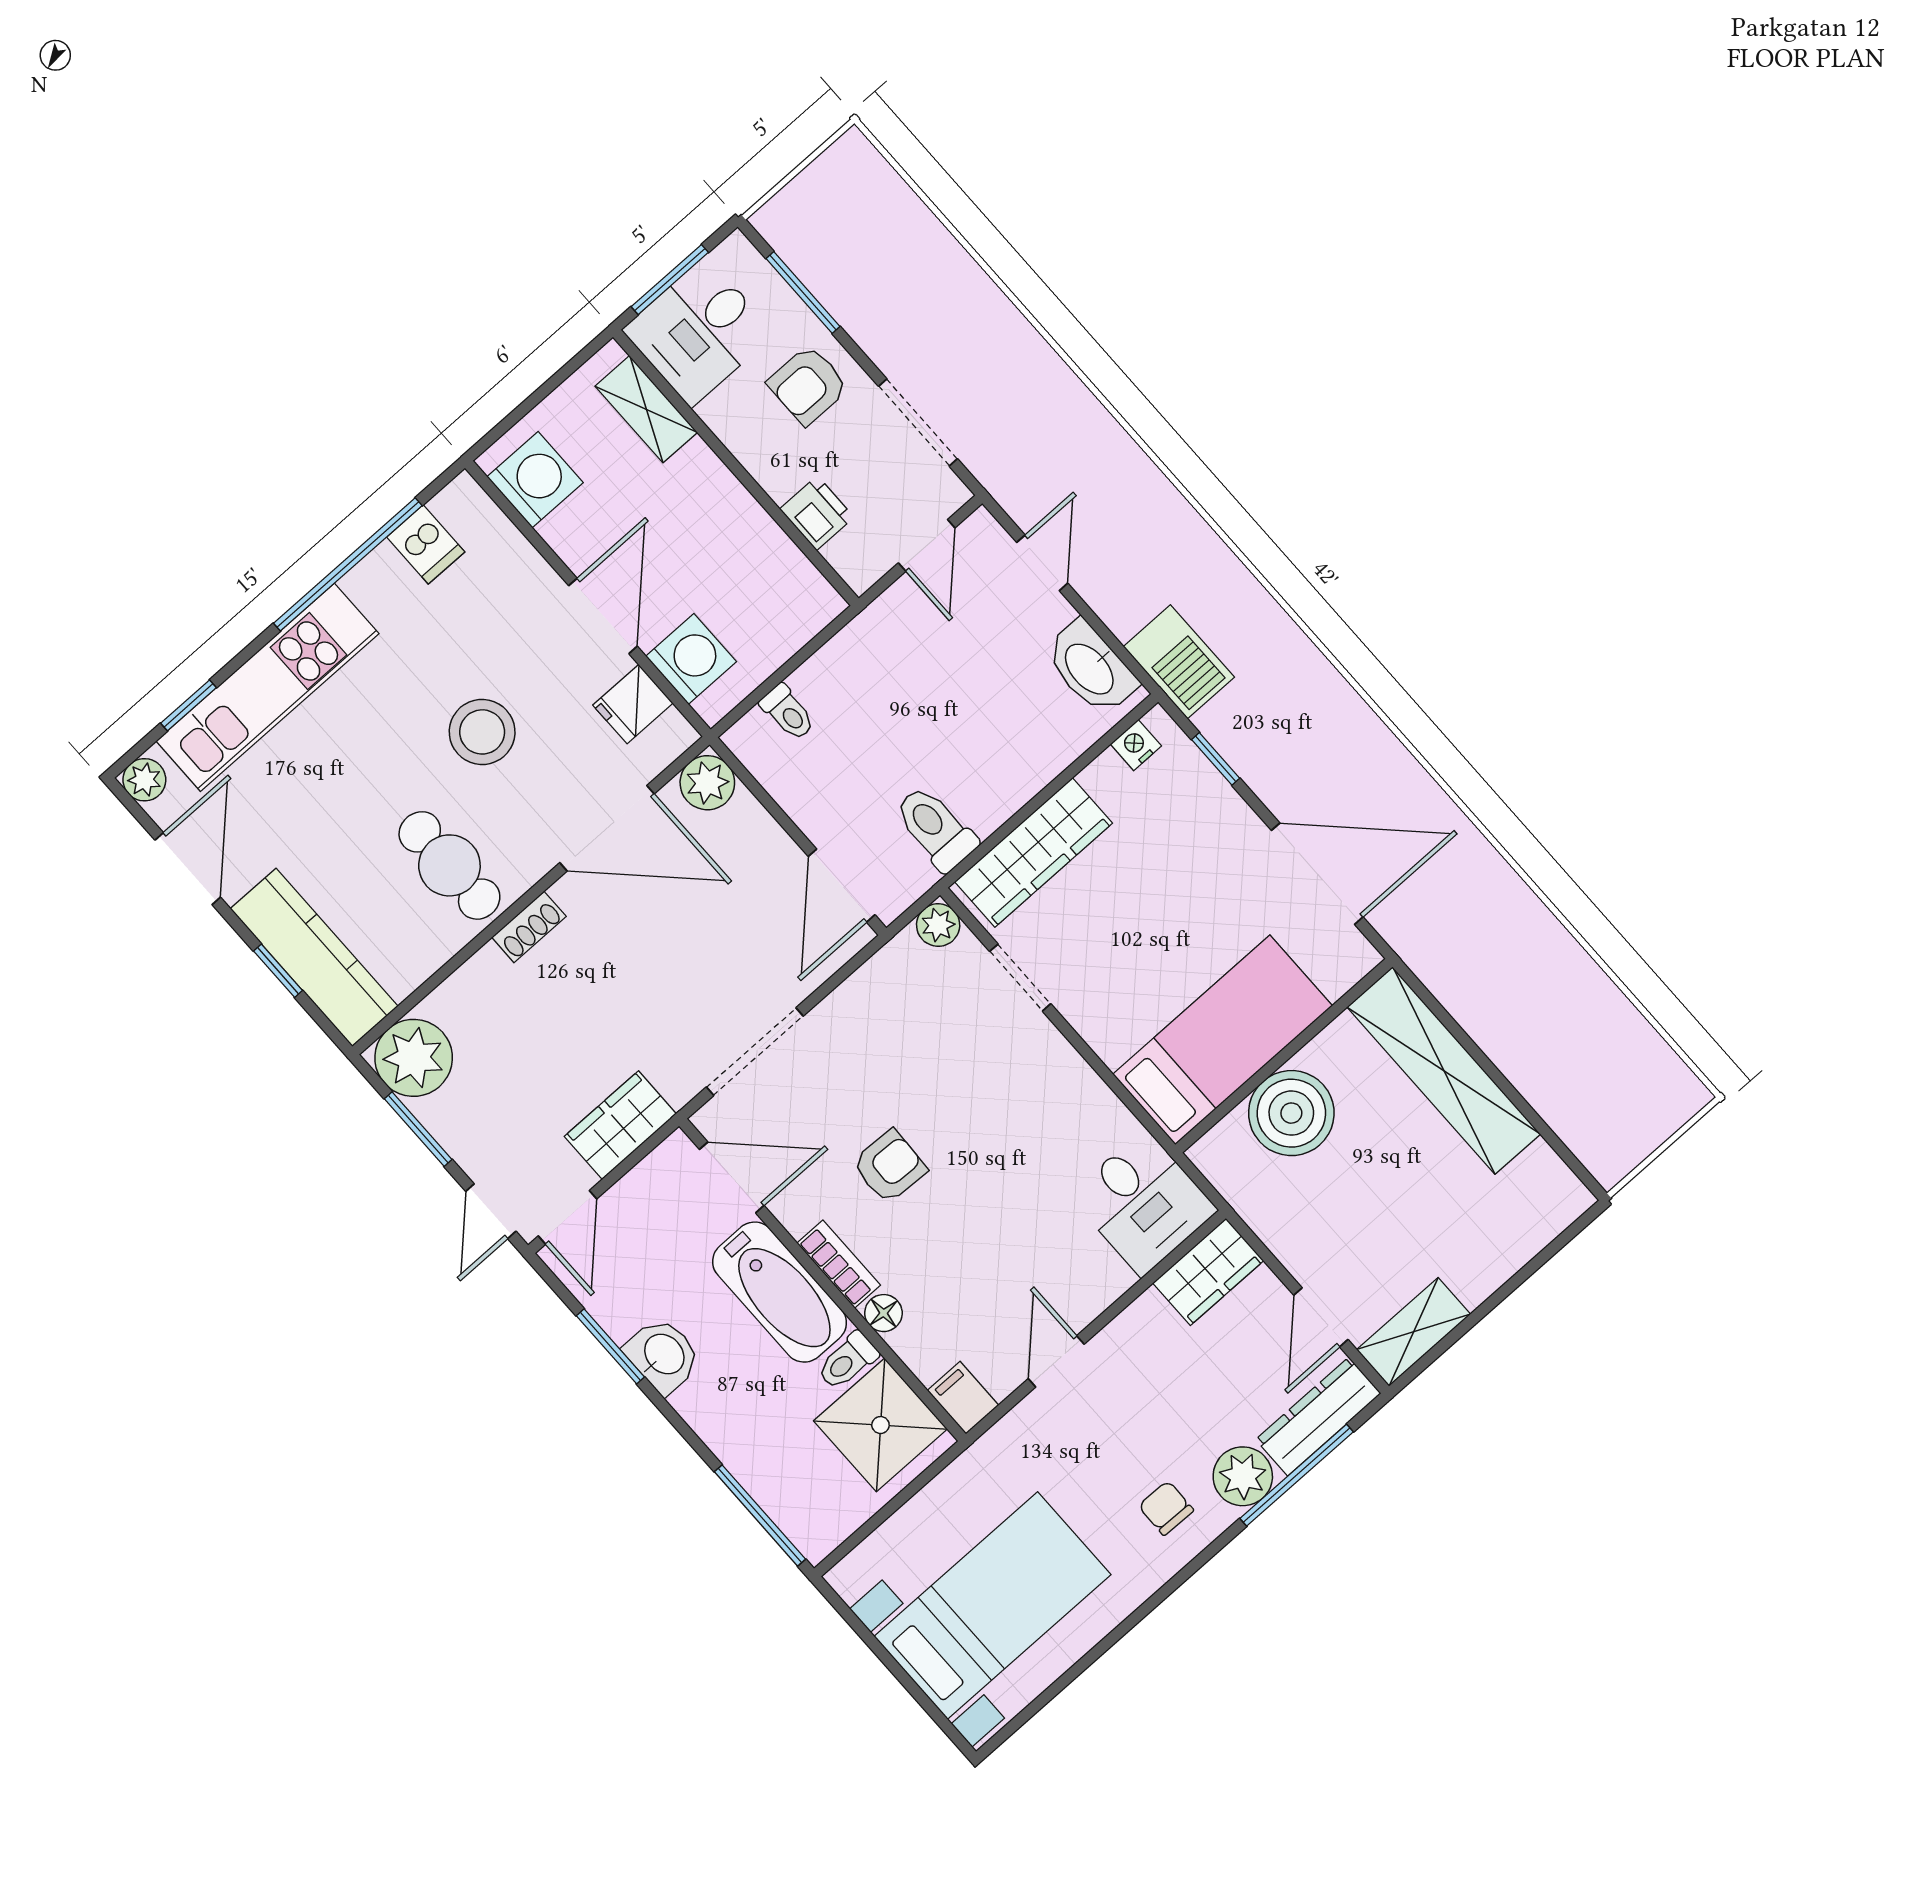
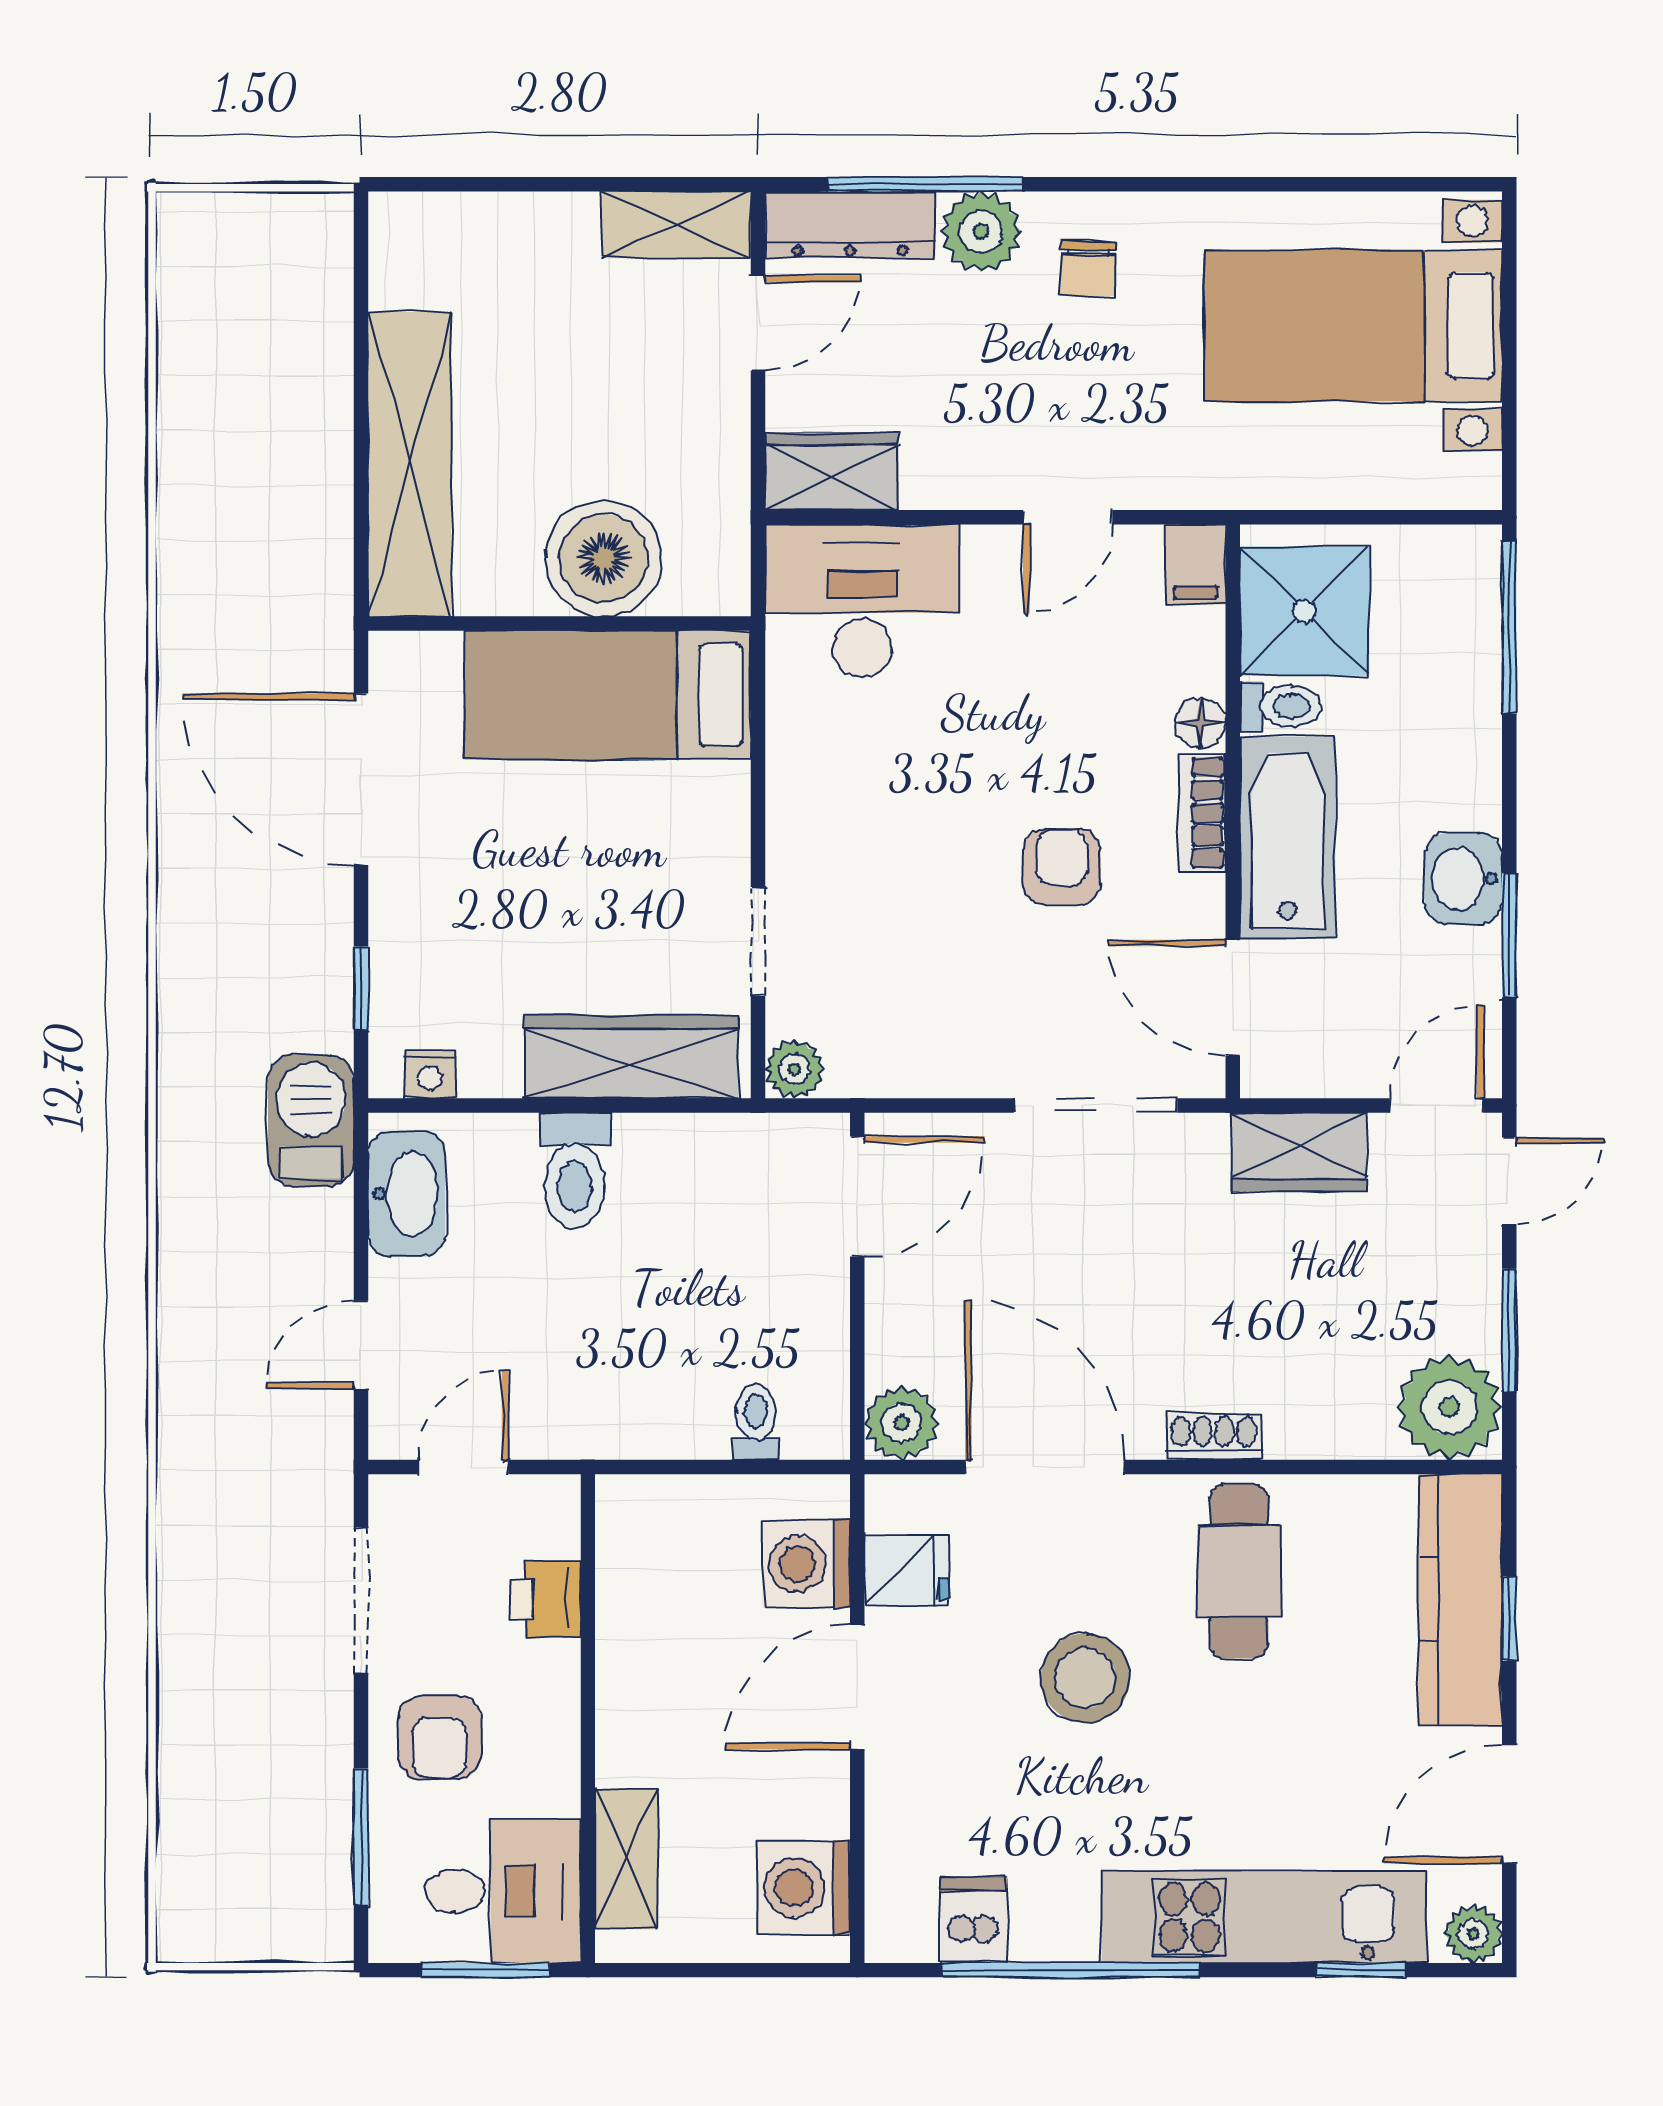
armchair: (808, 385) -> (440, 1738), turned 90
toilet: (935, 828) -> (575, 1170), moved
armchair: (889, 1166) -> (1062, 867), turned 88
desk: (1143, 1203) -> (862, 601), width x1.37

